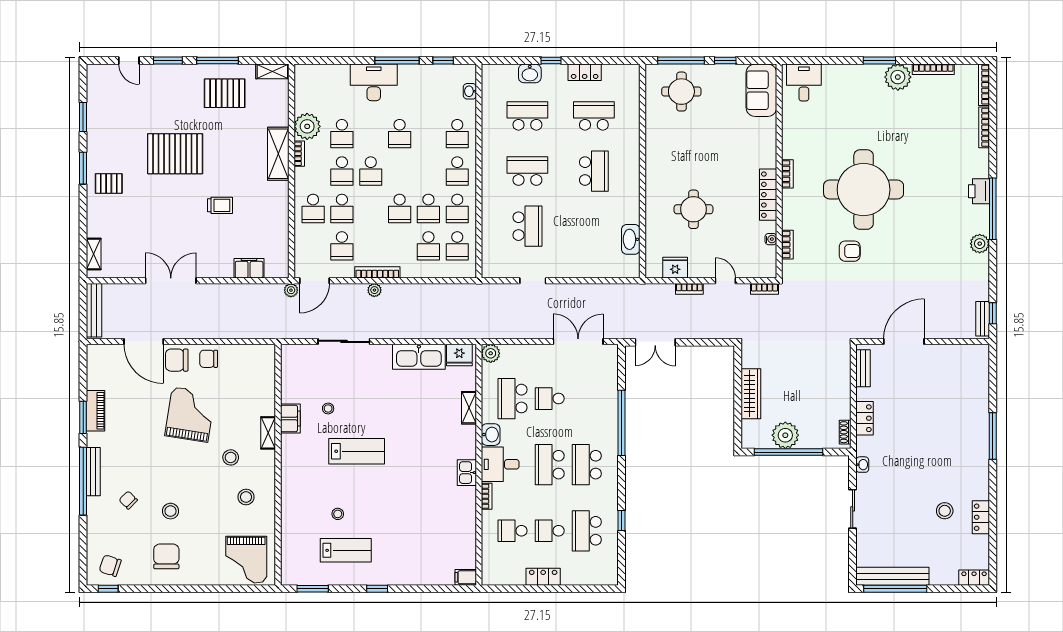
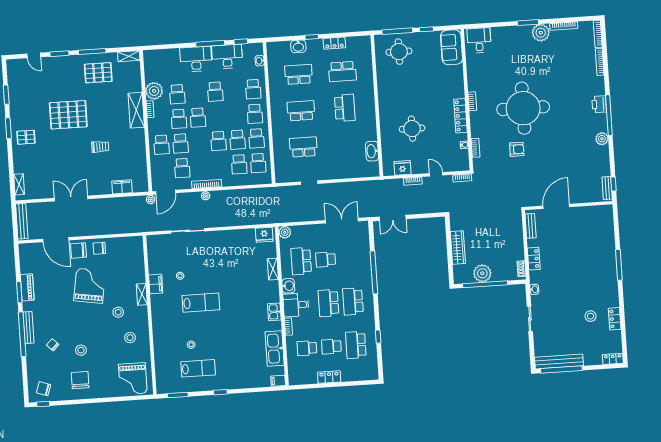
desk: (421, 82) -> (227, 56), added
school desk: (594, 116) -> (342, 72), turned 180
school desk: (527, 226) -> (303, 147), turned -90
kitchen sink: (419, 357) -> (275, 348), moved, turned 90

